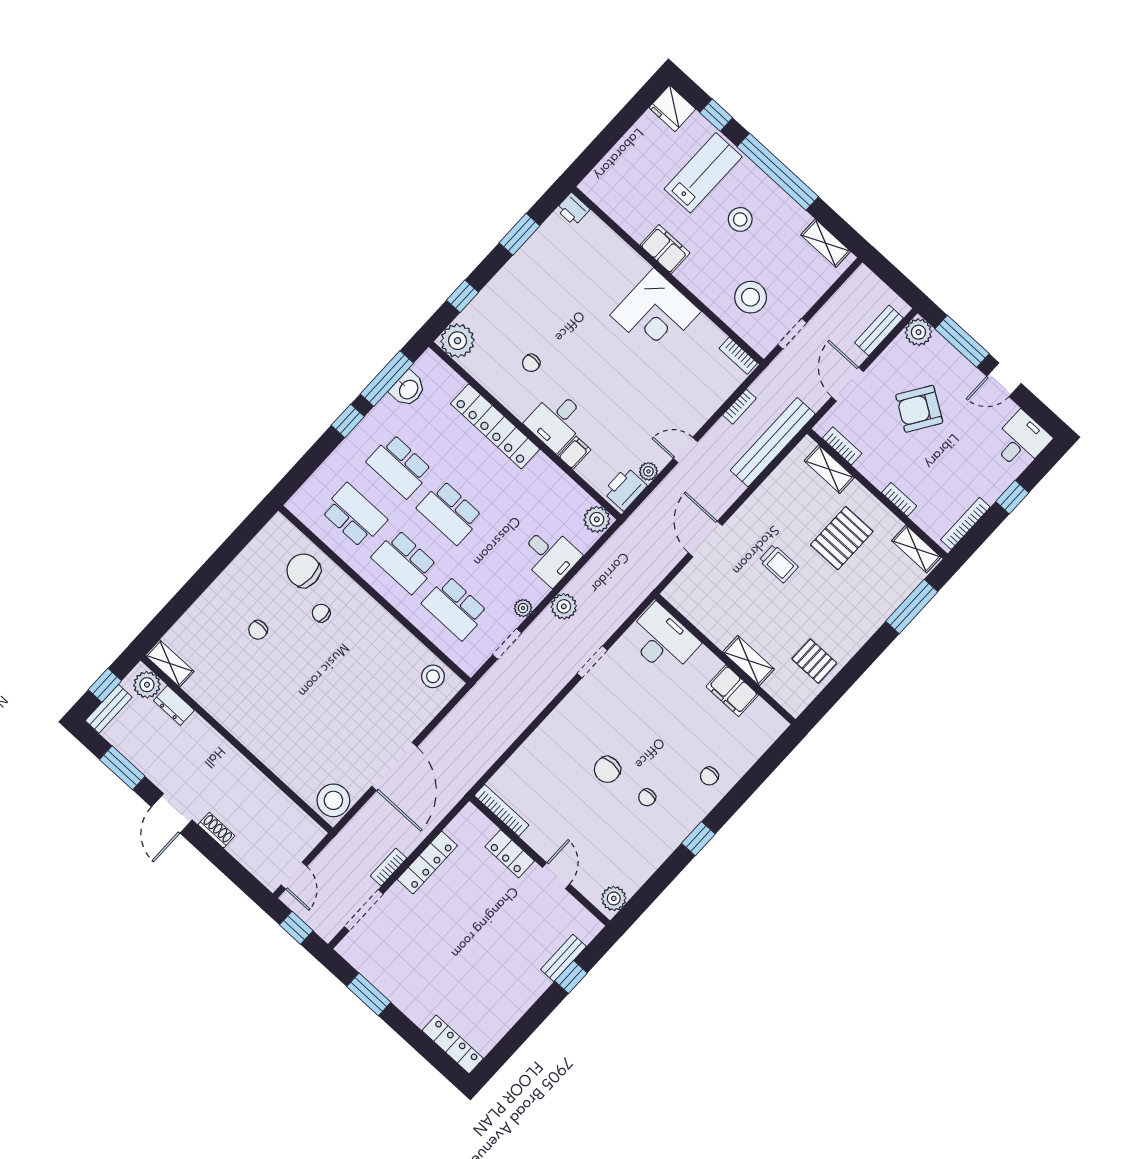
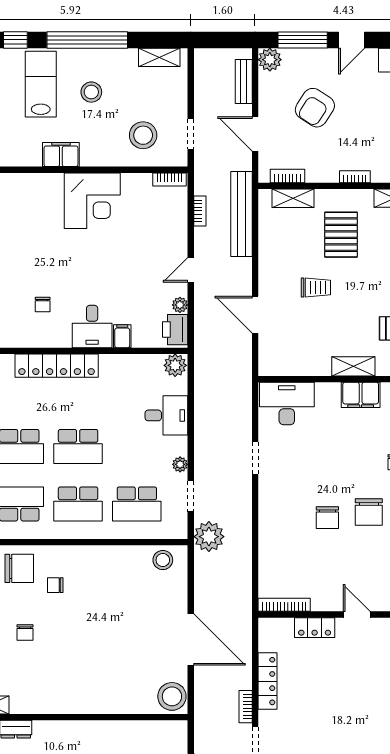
chair: (304, 571) -> (19, 568), turned 180
plant: (564, 606) -> (209, 537), moved, width x1.36, depth x1.36
chair: (647, 797) -> (369, 512), width x1.87, depth x1.87

